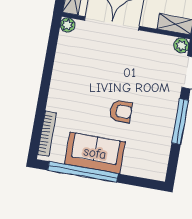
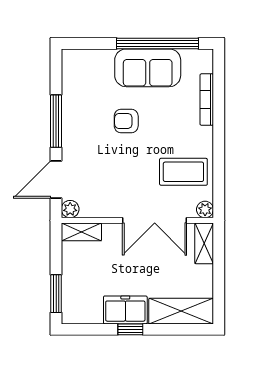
coffee table: (80, 60) -> (183, 172), added
bookcase: (47, 134) -> (207, 100), moved

